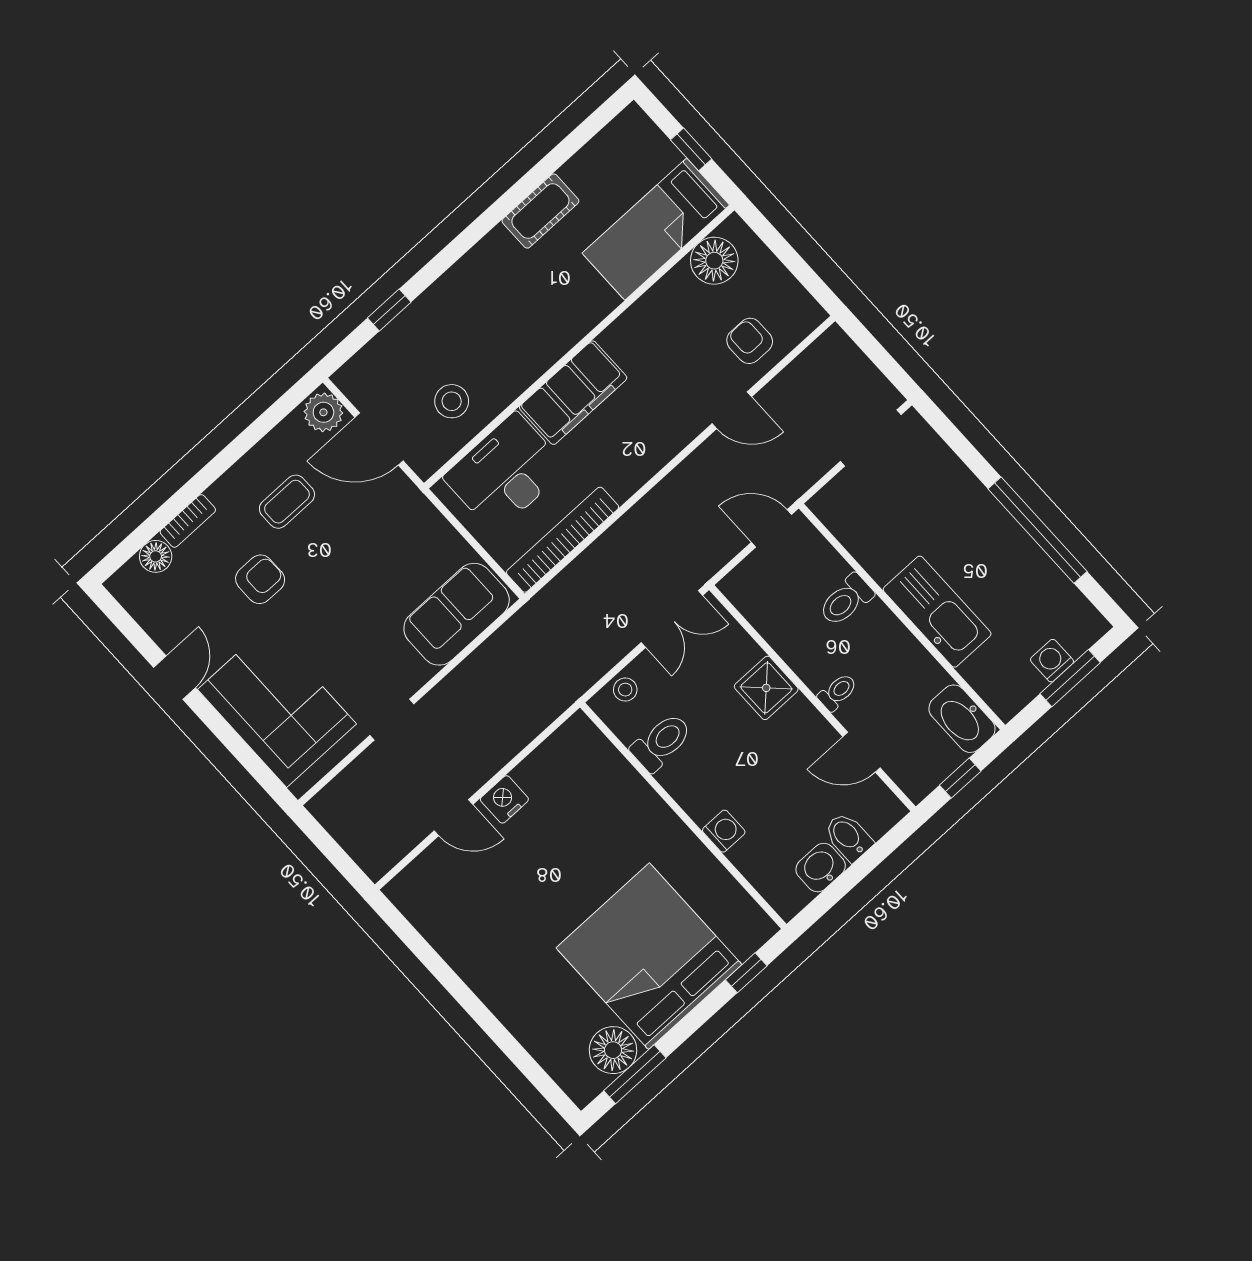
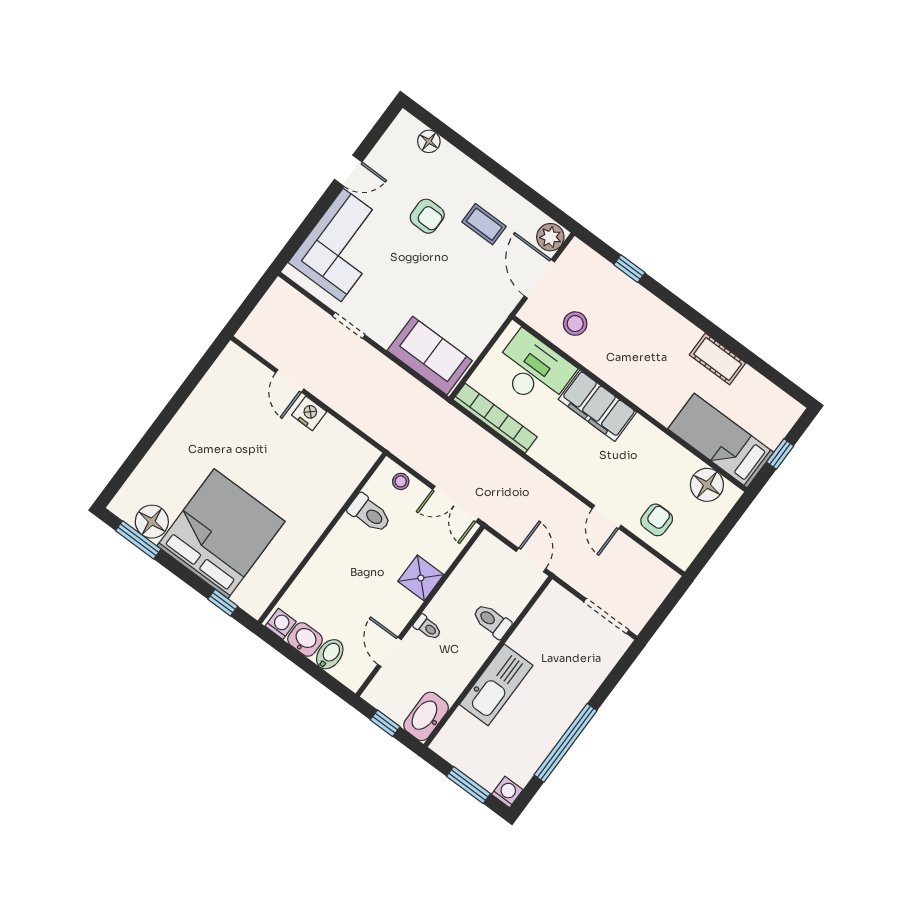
bookcase: (188, 521) -> (458, 159), removed
washing machine: (1052, 661) -> (507, 792), moved
washing machine: (724, 831) -> (281, 624), moved, turned -90

